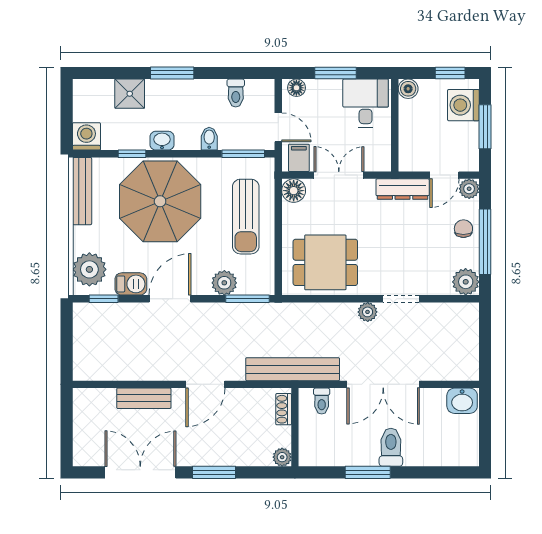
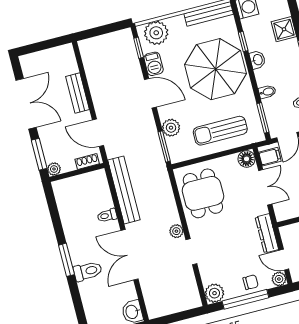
shoe rack: (284, 409) -> (87, 161), moved
wall: (295, 427) -> (77, 172), moved
plant: (282, 457) -> (54, 169), moved

